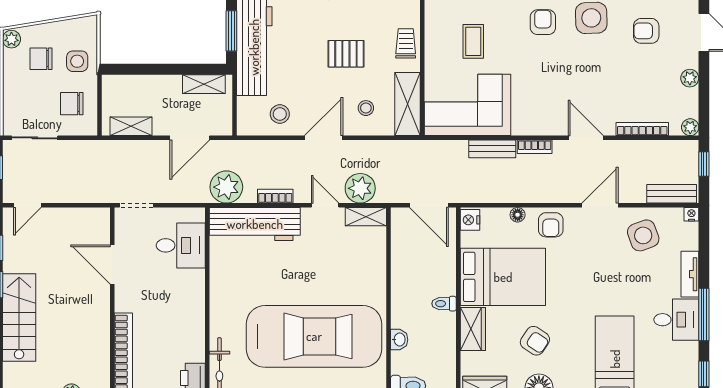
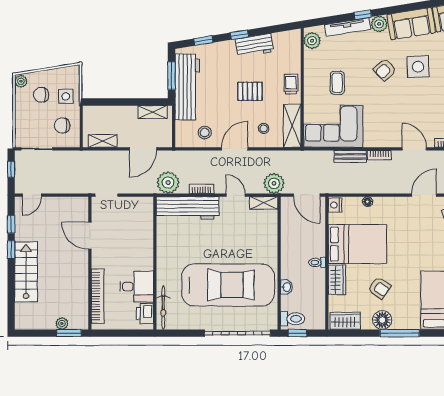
armchair: (543, 22) -> (385, 70), turned -132
plant: (360, 188) -> (274, 183), moved
armchair: (551, 225) -> (390, 208), removed
desk: (181, 245) -> (137, 287), moved

